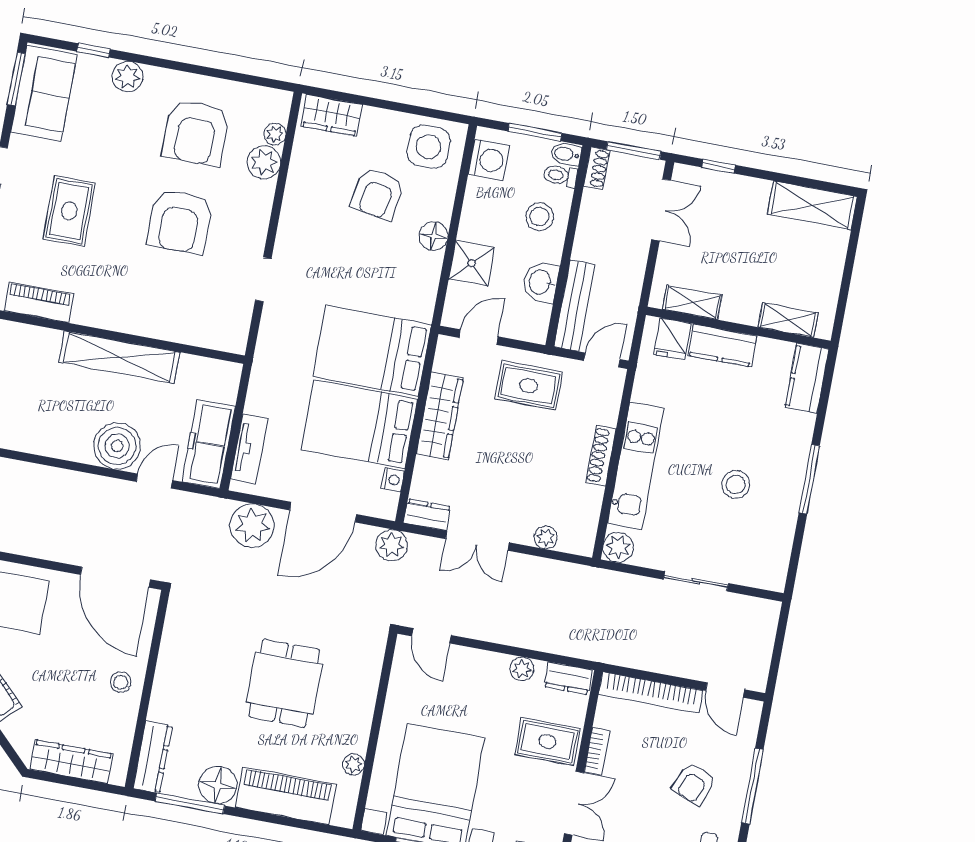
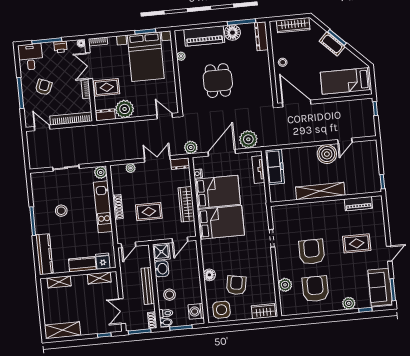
plant: (275, 134) -> (284, 297), removed
rug: (69, 211) -> (357, 243), turned 90
shower: (472, 263) -> (161, 252), moved
bench: (574, 305) -> (148, 286), moved
kitchen counter: (807, 378) -> (44, 254), width x1.50
rug: (529, 386) -> (149, 212), moved
boiler: (117, 446) -> (327, 154), moved
door: (154, 481) -> (345, 141), moved
plant: (522, 669) -> (125, 109), width x1.88, depth x1.88

